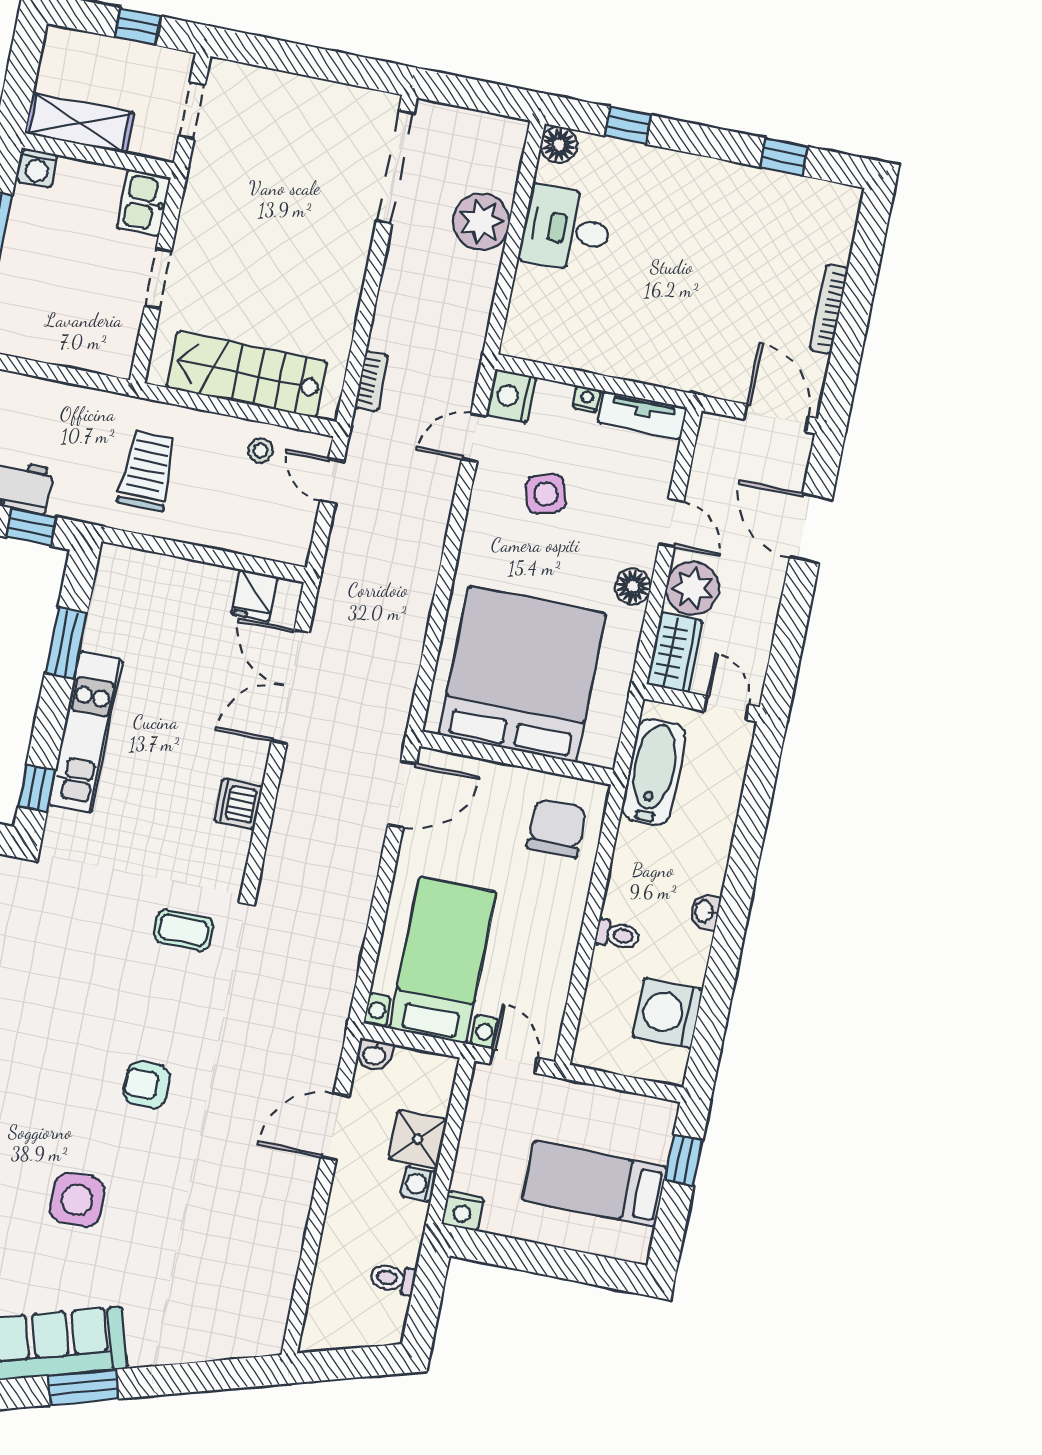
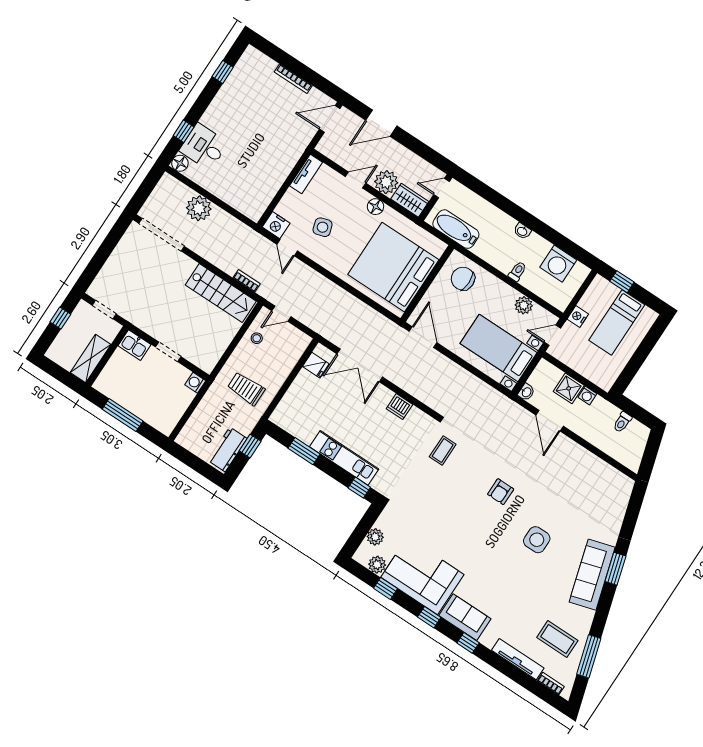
washing machine: (37, 168) -> (195, 383), moved, turned 180
desk: (566, 229) -> (204, 147), moved, turned 90
stairs: (247, 374) -> (221, 293), moved, turned -90
nightstand: (587, 399) -> (290, 194), removed
plant: (552, 976) -> (524, 305), added
nightstand: (463, 1211) -> (578, 317), moved, turned 180

